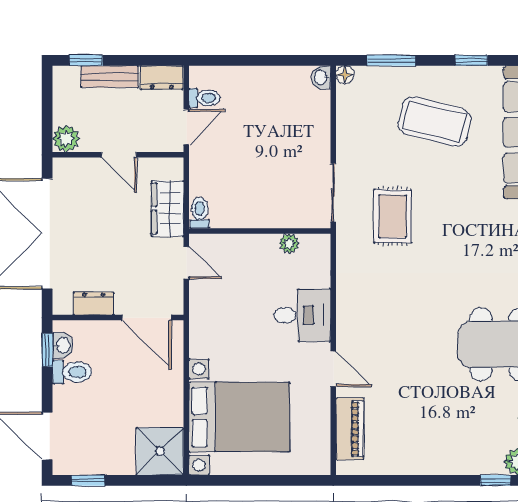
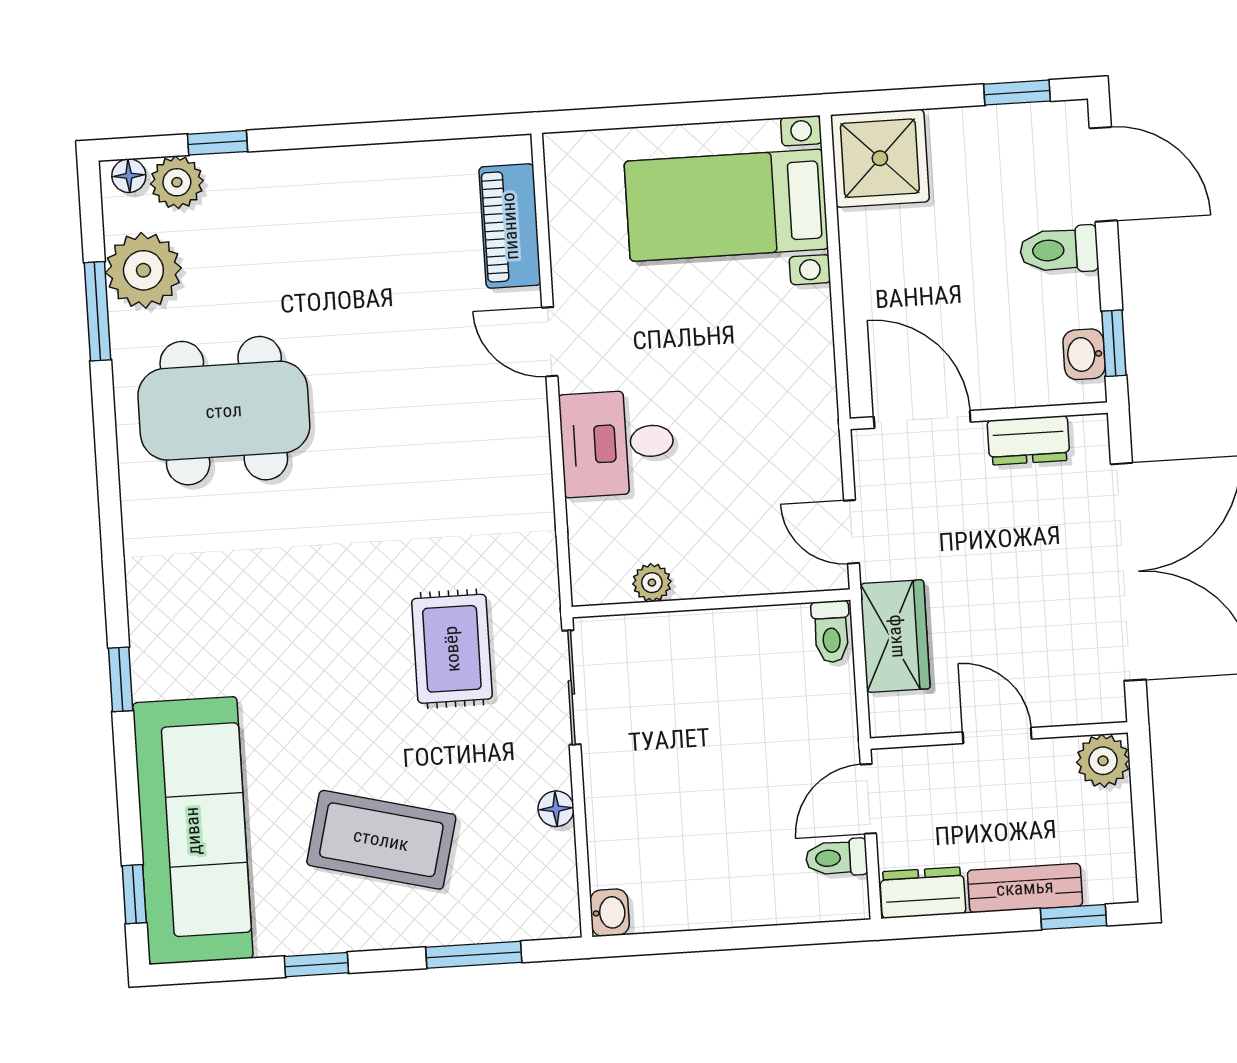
floor lamp: (345, 75) -> (556, 809), moved
toilet: (72, 372) -> (1059, 250), moved
bed with nightstands: (239, 417) -> (726, 205), width x0.73

